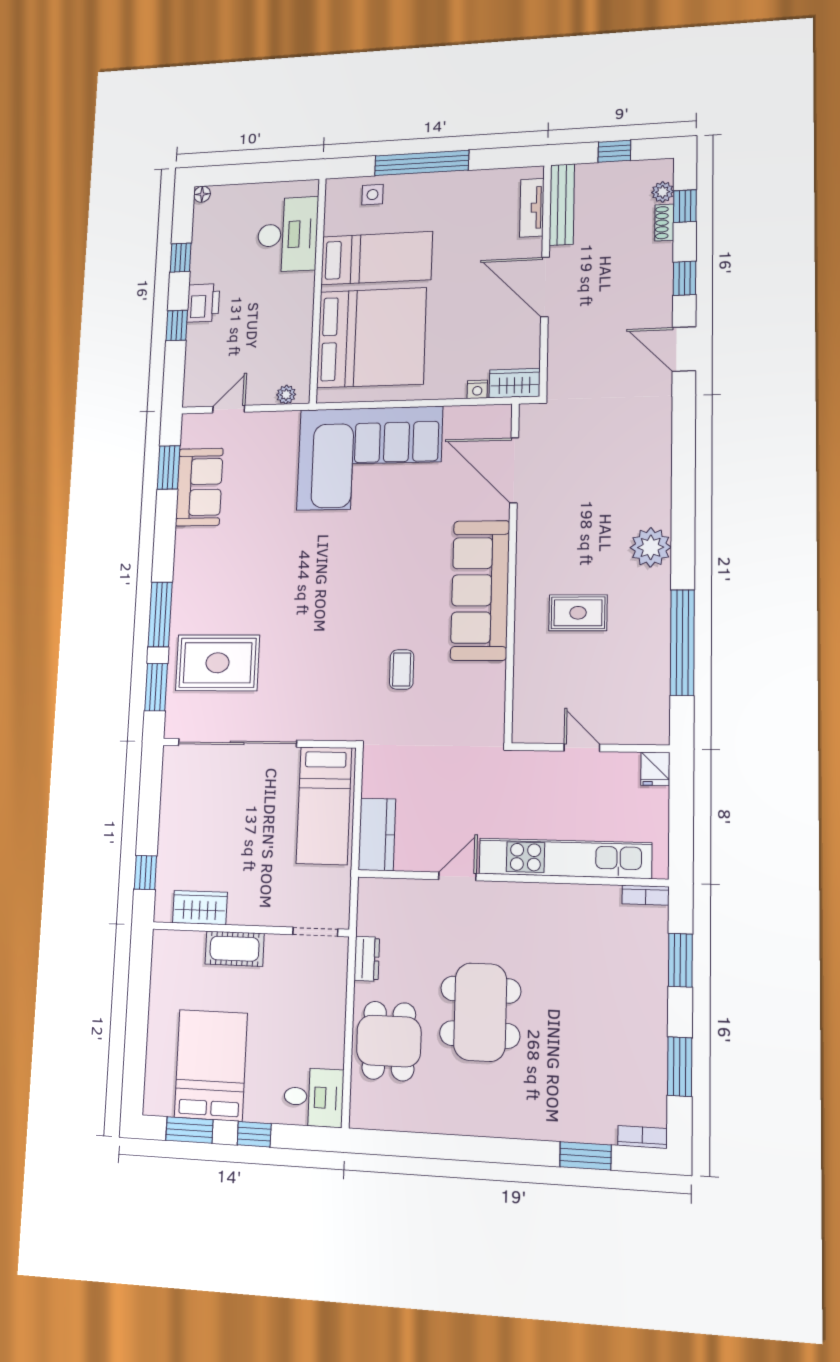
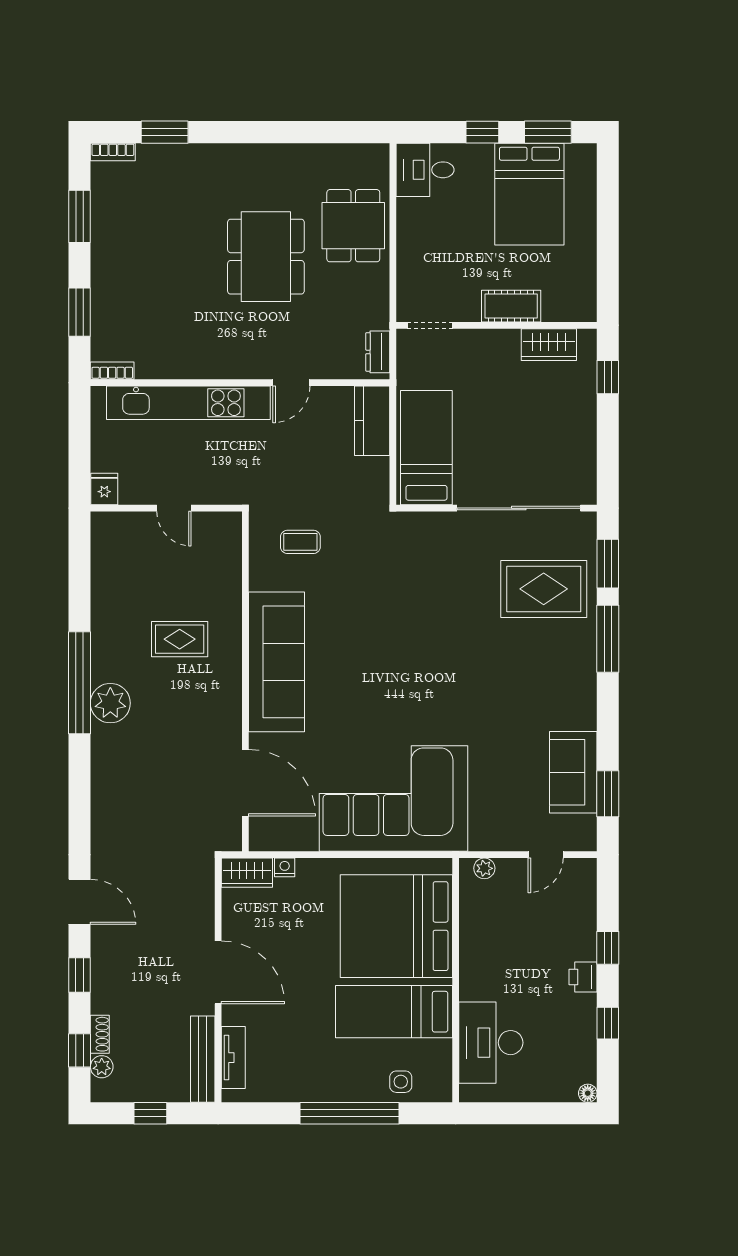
printer: (203, 303) -> (583, 977), width x0.73, depth x0.81
window: (682, 643) -> (80, 683), moved
coffee table: (402, 669) -> (300, 542), moved, turned 90
dresser: (367, 959) -> (378, 352), moved

